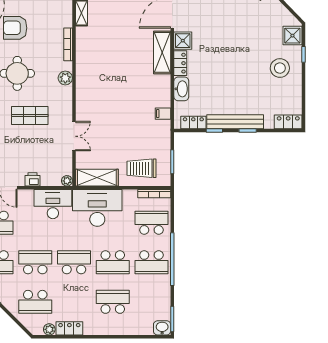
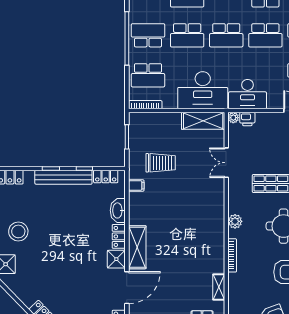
trolley: (141, 168) -> (161, 163), moved
printer: (33, 179) -> (247, 119), moved
school desk: (113, 262) -> (187, 35), turned 180

